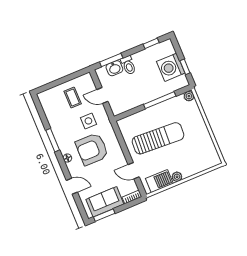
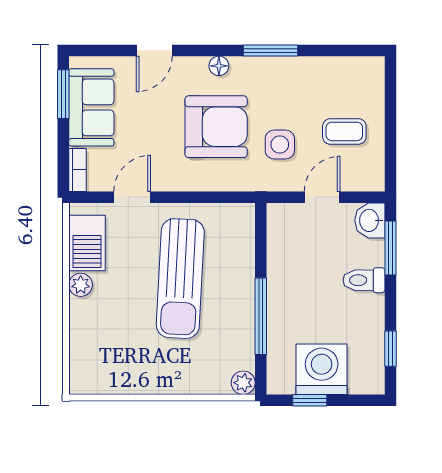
washbasin: (114, 68) -> (370, 220), moved
armchair: (92, 149) -> (216, 127), turned 90

